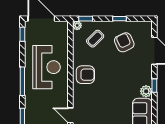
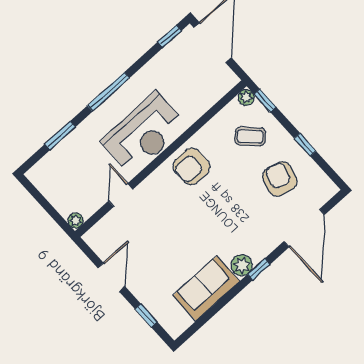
armchair: (124, 42) -> (280, 179), turned -50
reception desk: (46, 67) -> (144, 133), moved
armchair: (85, 75) -> (191, 166), turned 90

